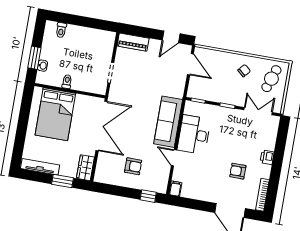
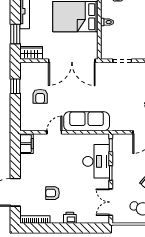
double door: (258, 111) -> (111, 202), swing flipped
desk: (194, 135) -> (96, 161), moved, turned 90
armchair: (238, 171) -> (53, 193), turned -90
filing cabinet: (175, 189) -> (26, 144), width x2.00
window: (148, 196) -> (15, 86), moved

